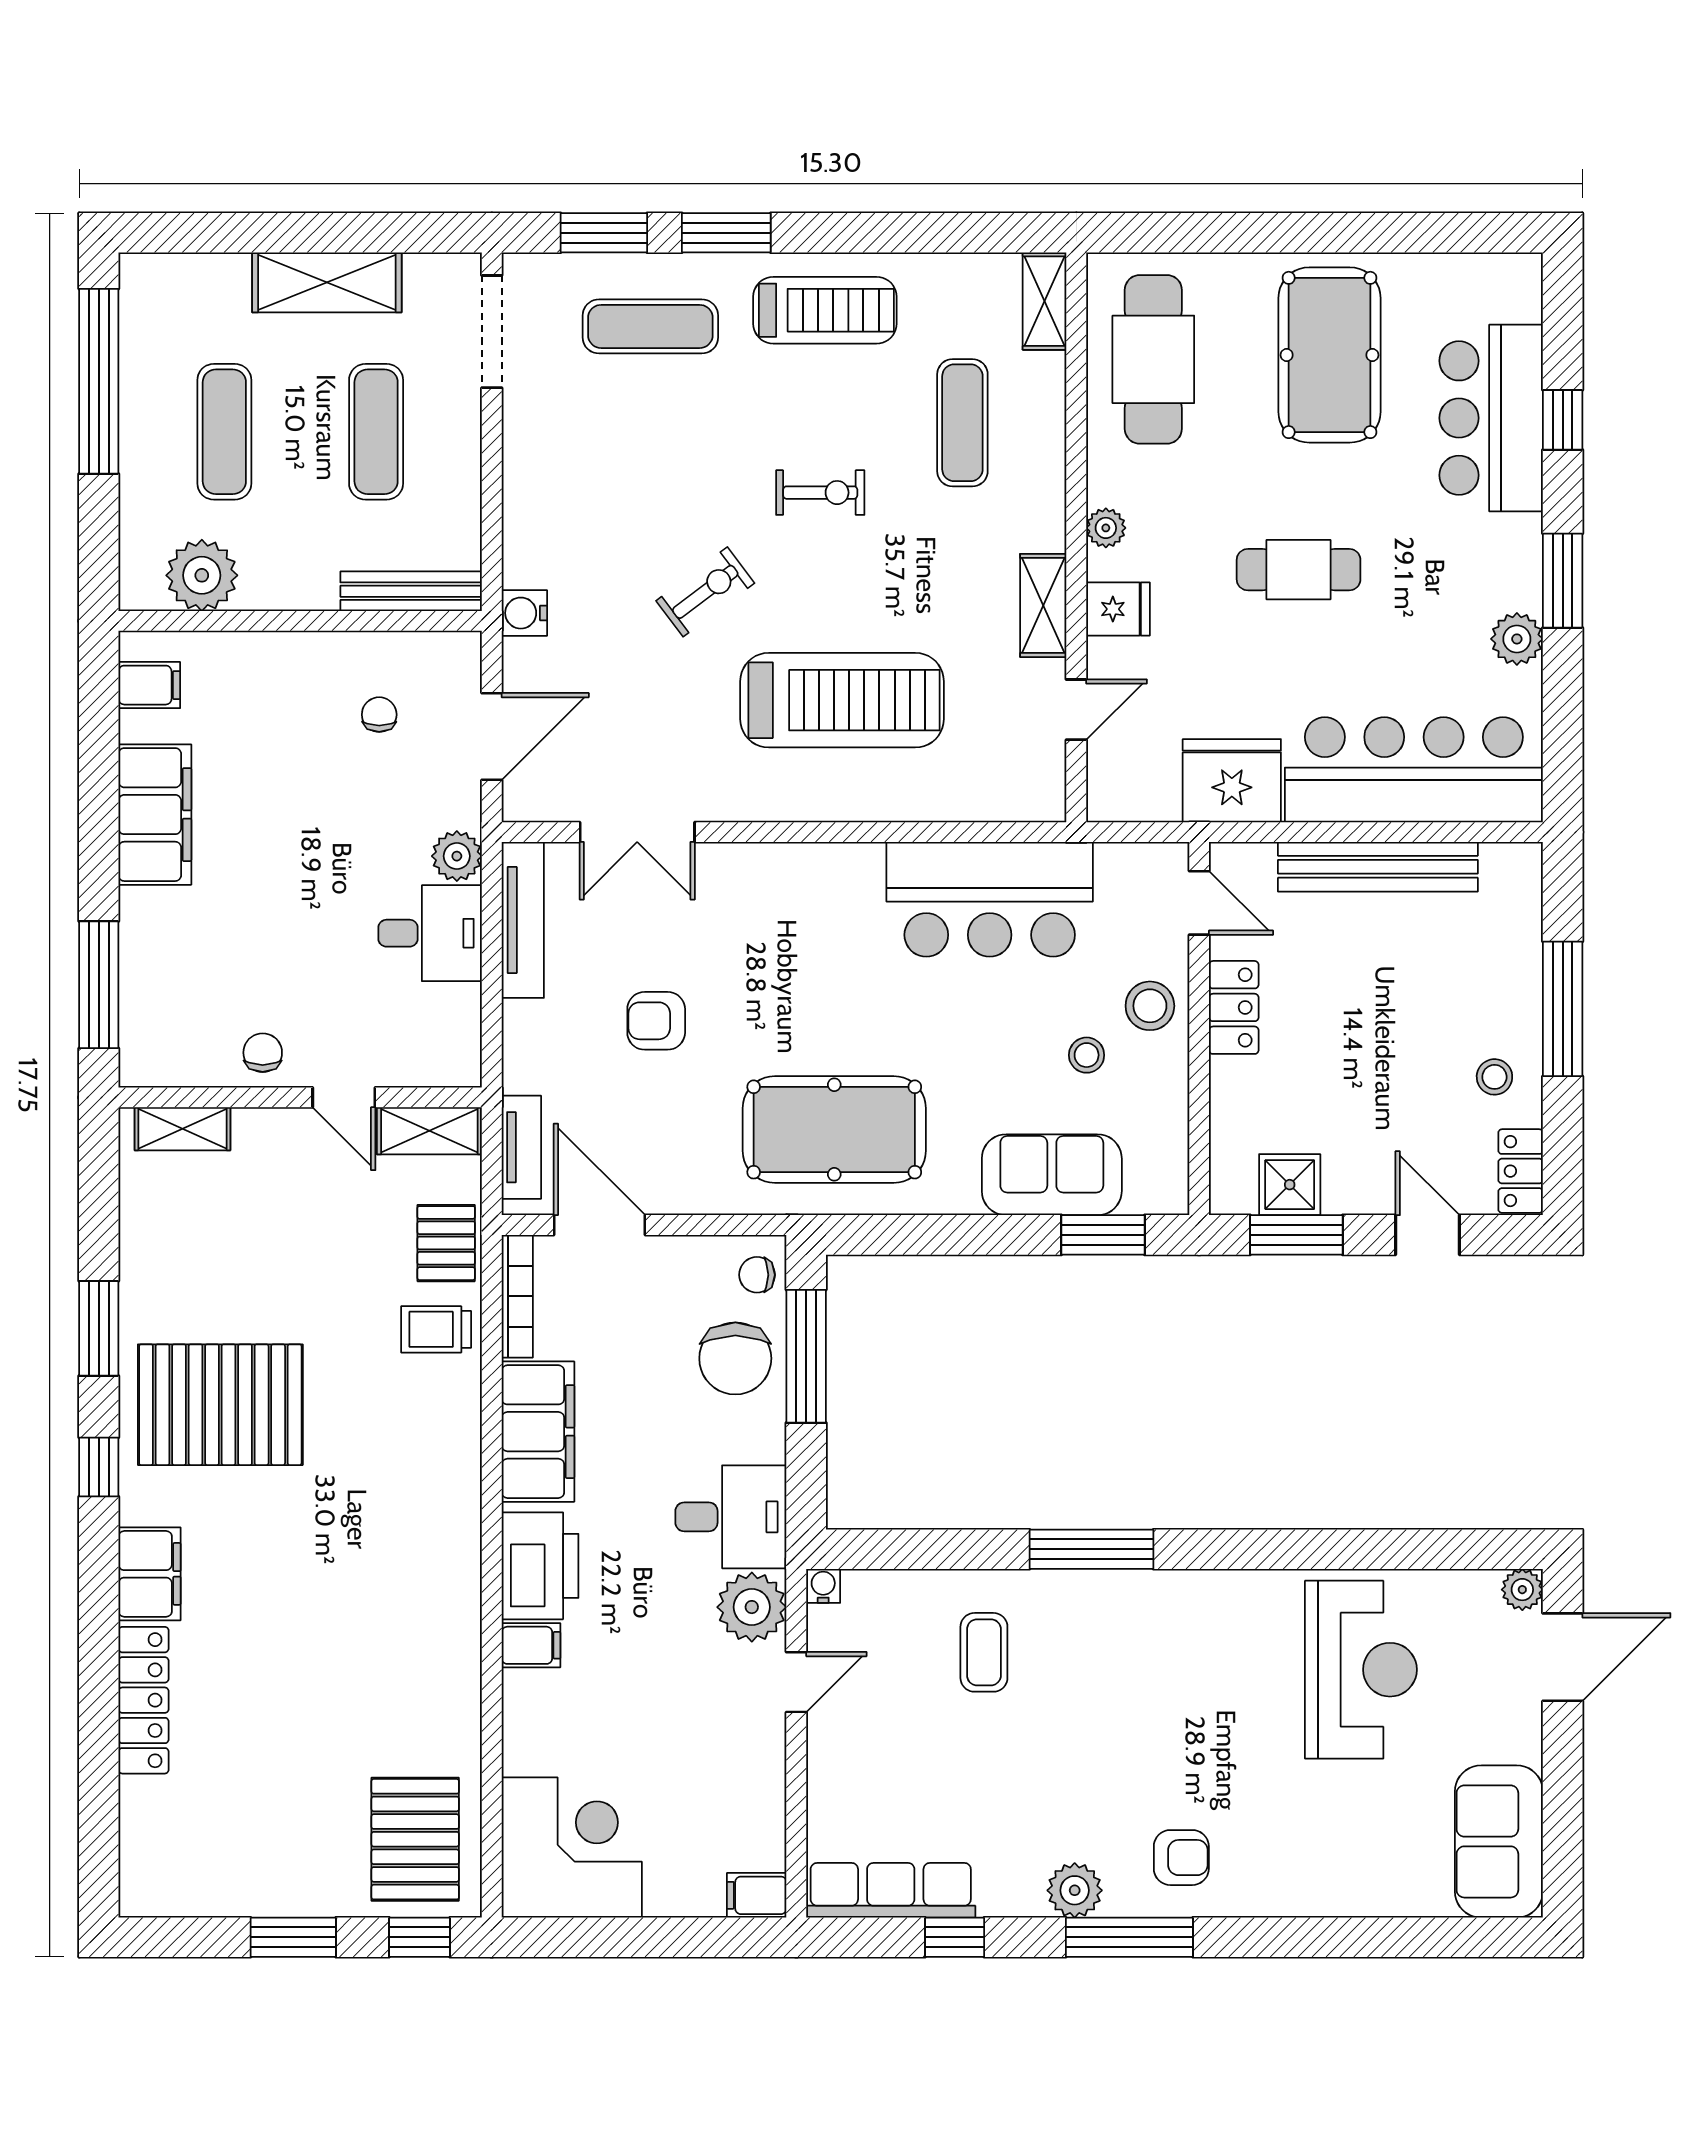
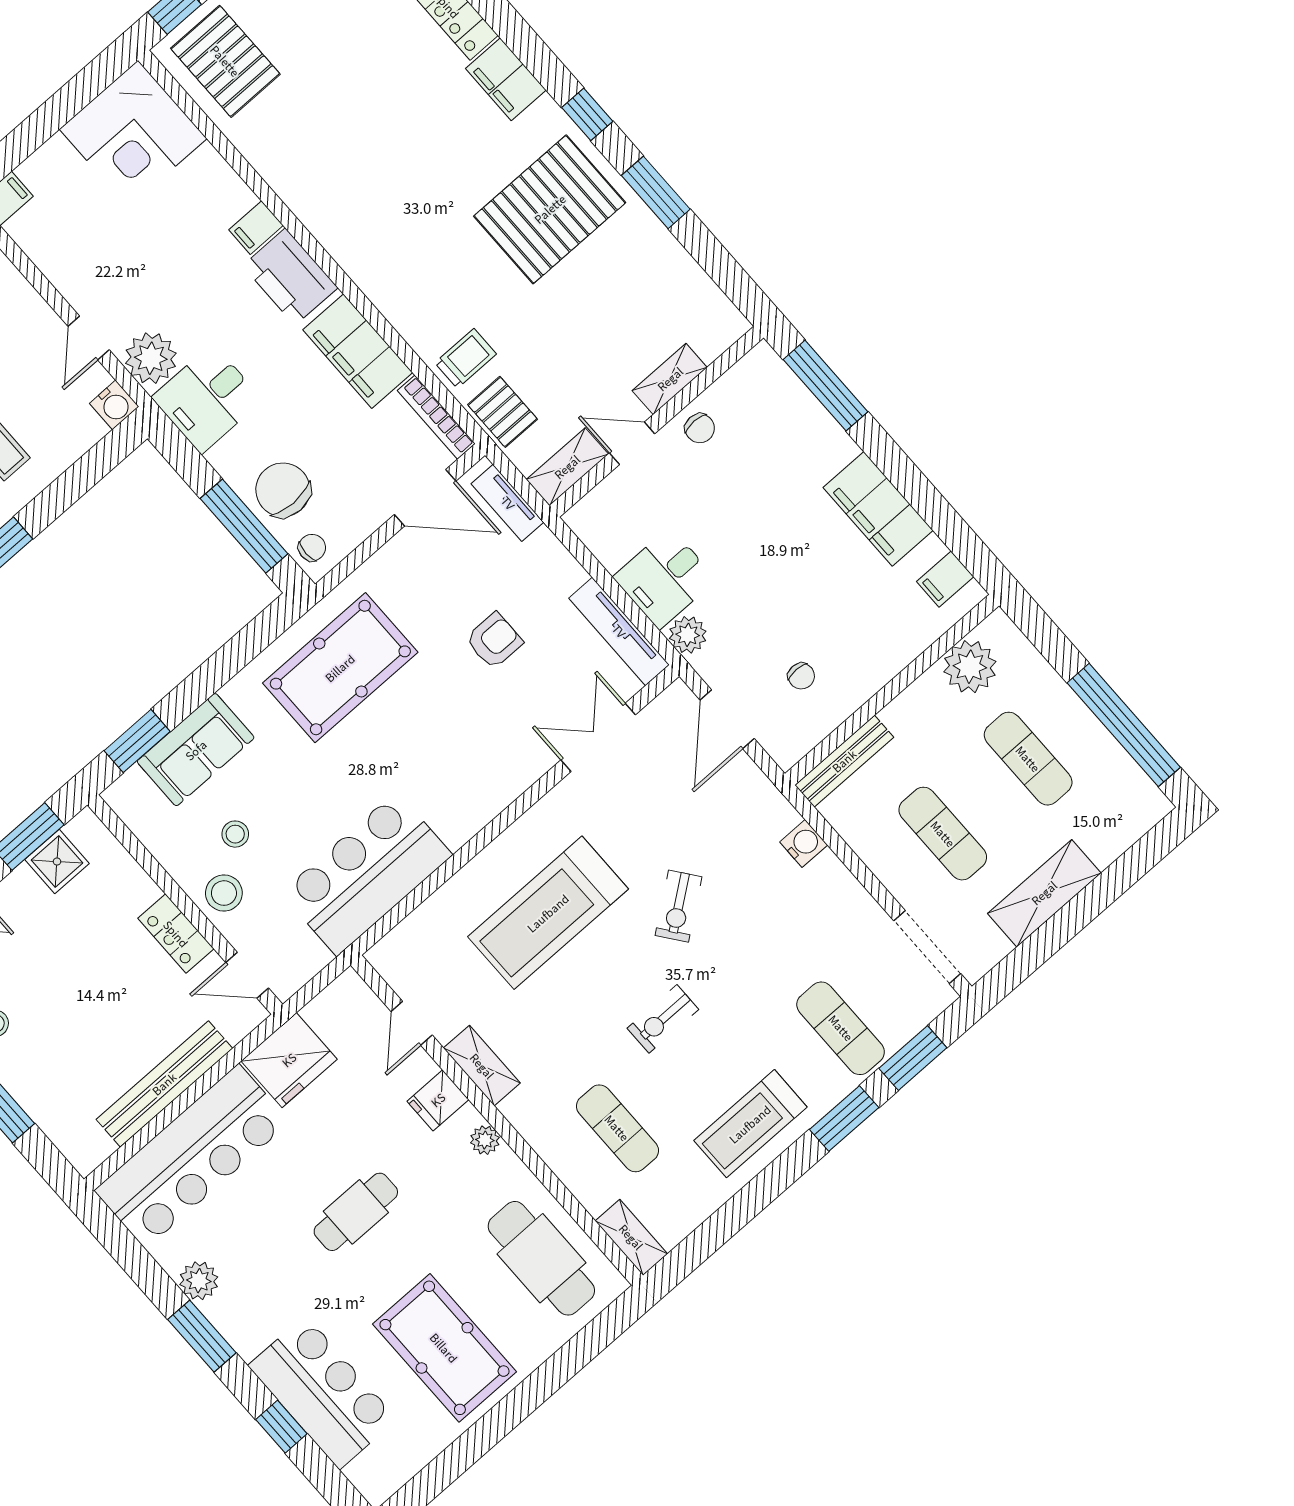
exercise mat: (650, 326) -> (841, 1028), turned 90
water cooler: (524, 613) -> (804, 843), moved
shelving: (182, 1129) -> (670, 379), moved
water cooler: (823, 1586) -> (114, 405), width x1.38, depth x1.38

